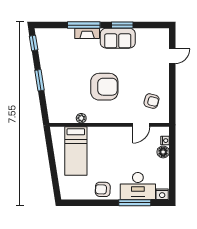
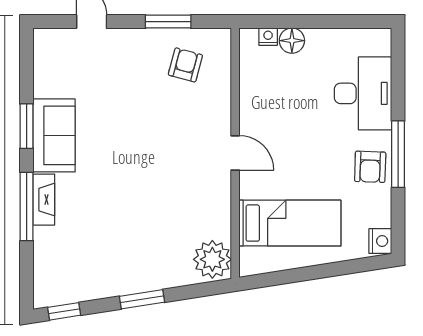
armchair: (104, 87) -> (155, 163), removed
window: (172, 93) -> (168, 22), added
plant: (81, 118) -> (212, 259), moved, width x1.87, depth x1.87
door: (141, 125) -> (235, 153), moved
nightstand: (162, 194) -> (380, 241), moved
window: (135, 203) -> (398, 154), moved

